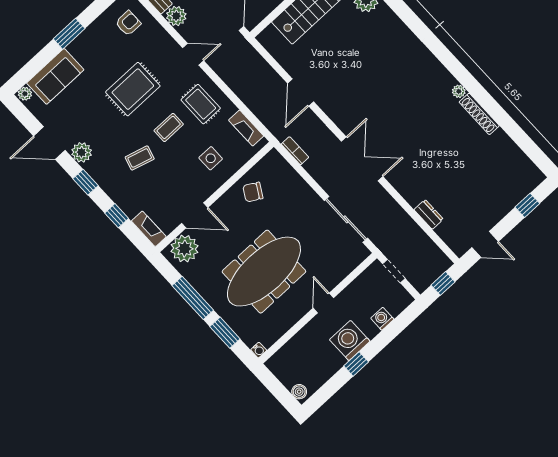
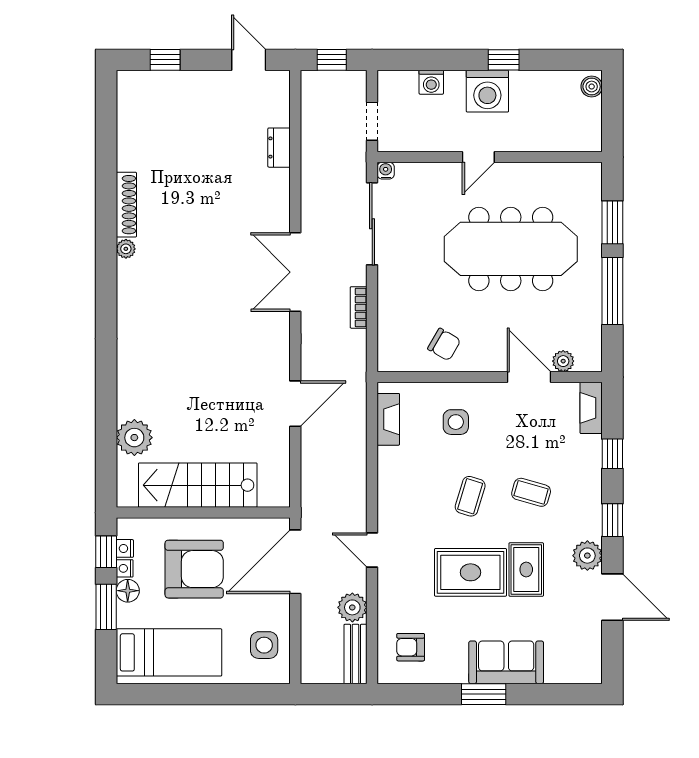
sofa: (55, 76) -> (506, 662), moved
plant: (25, 94) -> (590, 674), removed
rug: (201, 104) -> (526, 569), moved
coffee table: (169, 127) -> (470, 496), turned -73
bookcase: (295, 151) -> (359, 307), moved
plant: (185, 249) -> (563, 361), width x0.53, depth x0.53
water cooler: (259, 350) -> (386, 171), moved

